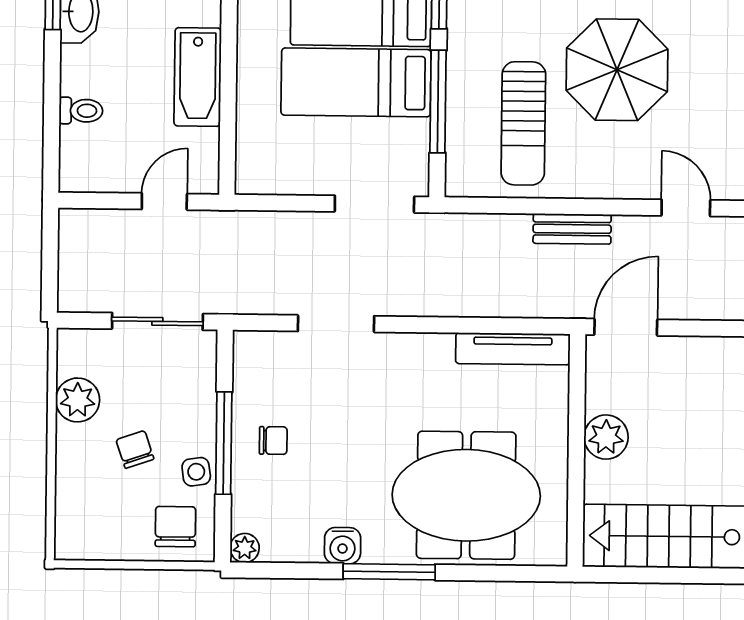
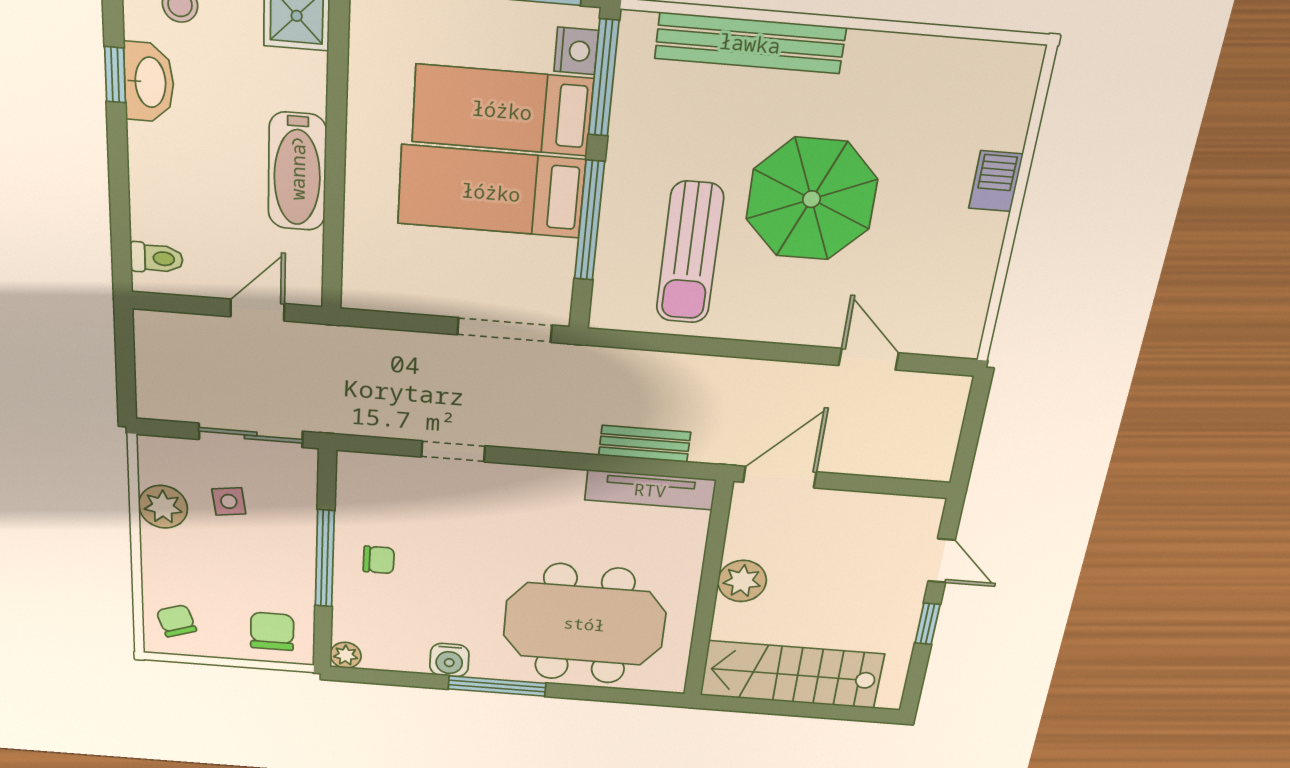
toilet: (81, 111) -> (157, 258), moved
bench: (572, 229) -> (645, 444), moved
doorway: (336, 324) -> (453, 451), width x0.73
chair: (135, 449) -> (176, 621), moved
side table: (196, 472) -> (229, 501), moved

